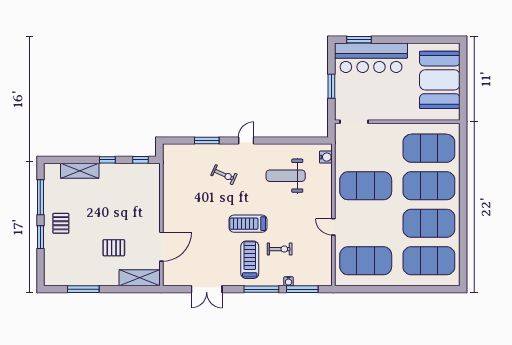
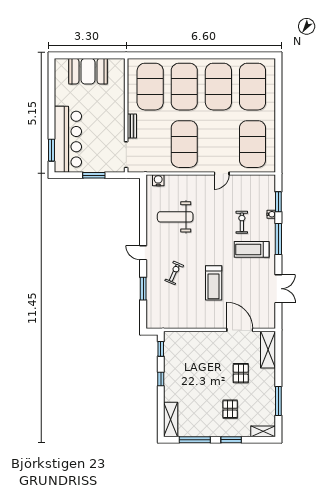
booth: (440, 80) -> (88, 71), width x0.73, depth x0.70
bench: (385, 128) -> (132, 126), added
shelving: (80, 171) -> (171, 420), moved
weight bench: (286, 176) -> (175, 217), turned 90
pallet: (61, 223) -> (230, 409), moved, turned 90
treadmill: (248, 224) -> (214, 283), moved
shelving: (50, 272) -> (263, 431), added
window: (302, 289) -> (278, 202), width x0.69

